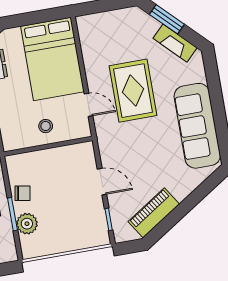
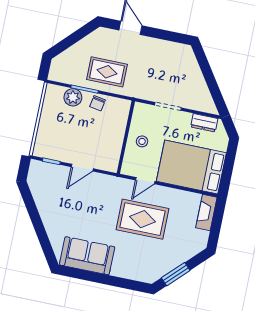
window: (167, 19) -> (176, 274), moved
fireplace: (175, 43) -> (206, 213), moved, turned -45
sofa: (197, 126) -> (87, 256), width x0.73
piano: (154, 213) -> (43, 198), removed

